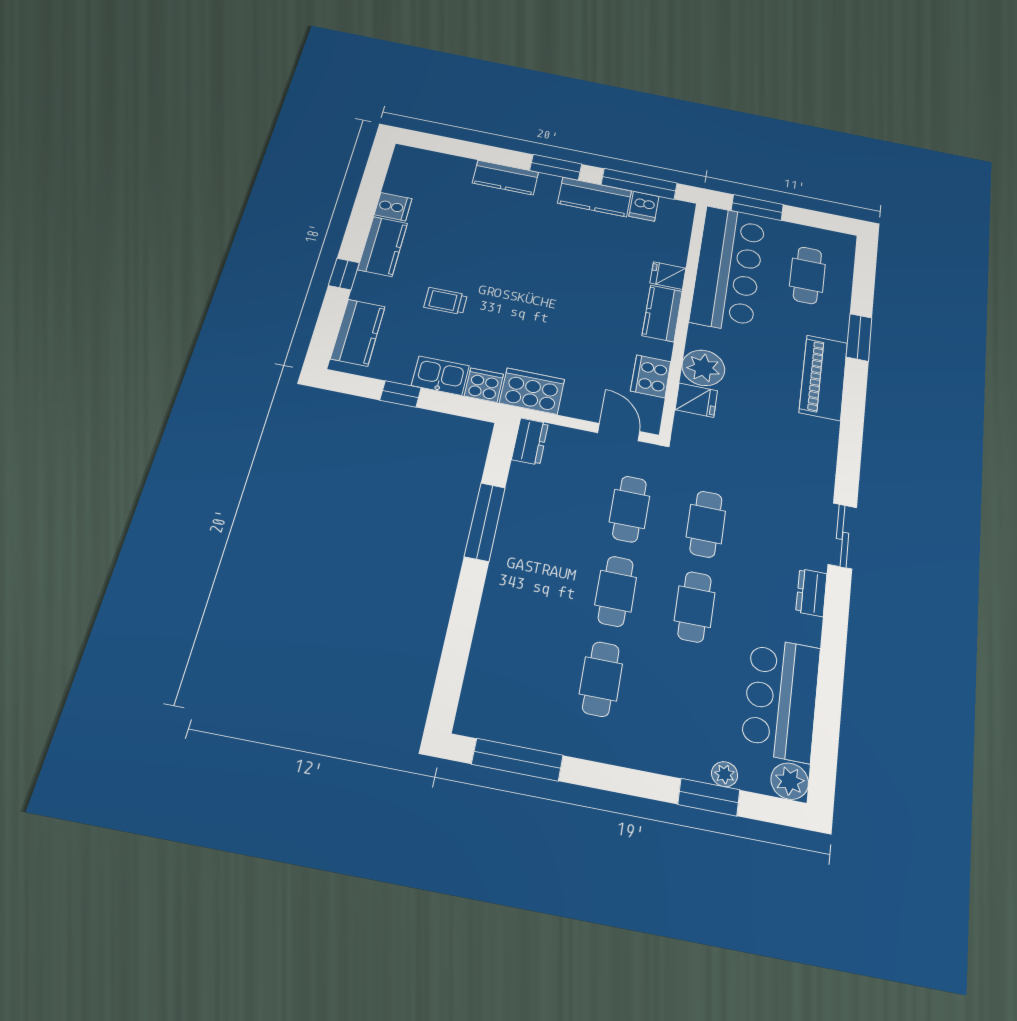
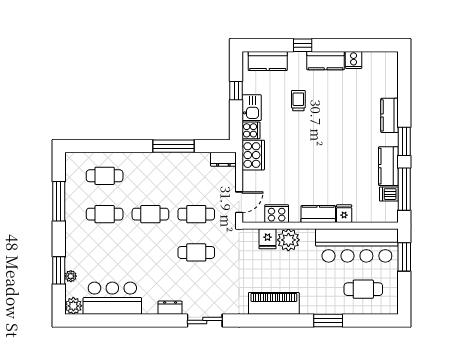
piano: (823, 377) -> (274, 303), moved
cafe table: (695, 607) -> (105, 176), moved
window: (517, 760) -> (59, 201), moved

